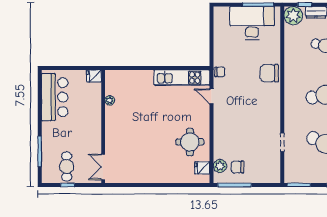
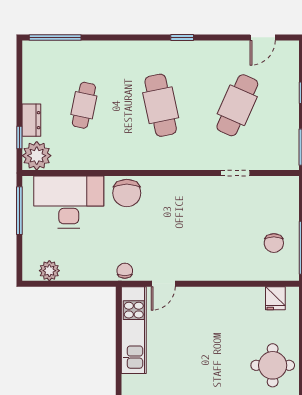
desk: (252, 23) -> (69, 202), moved, turned 90
round table: (190, 142) -> (273, 365), moved
plant: (220, 166) -> (49, 271), moved

